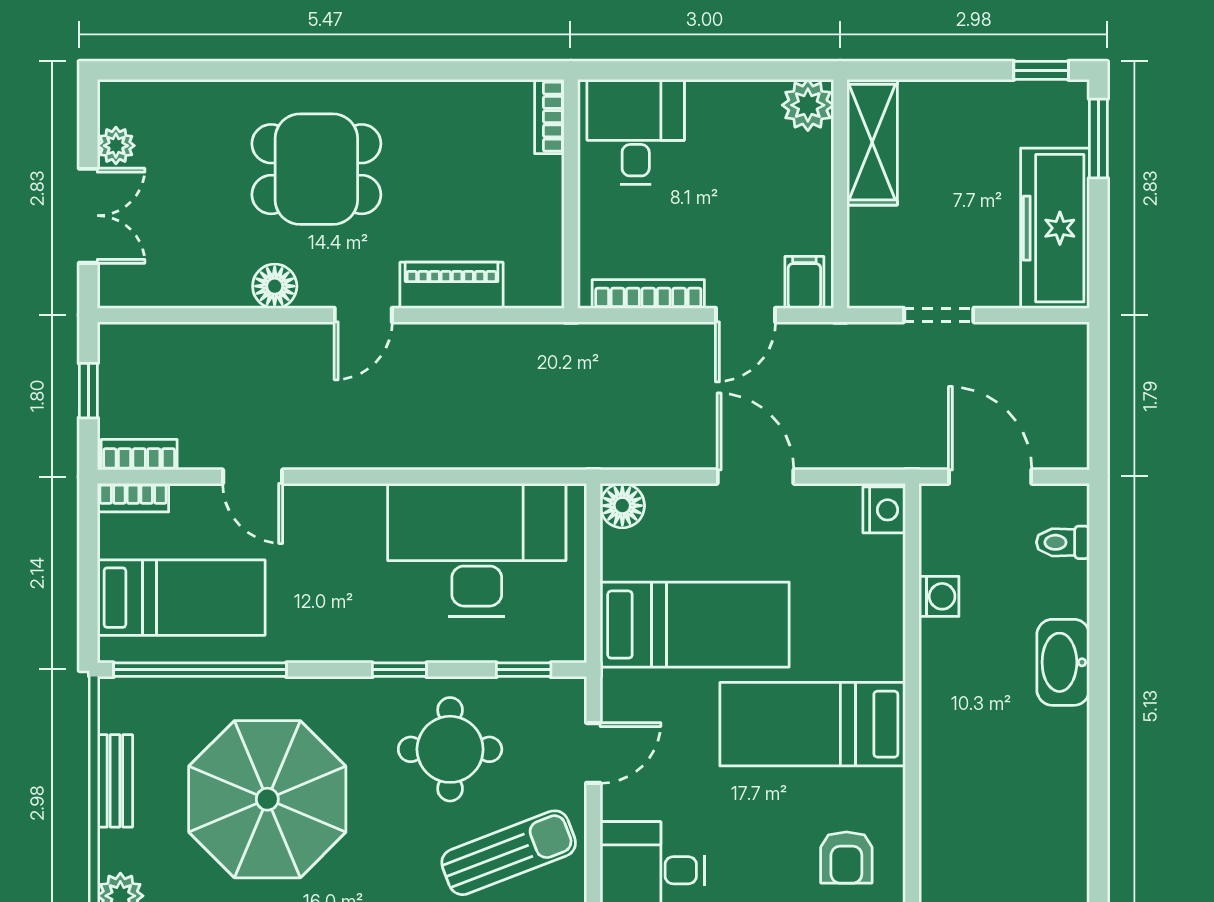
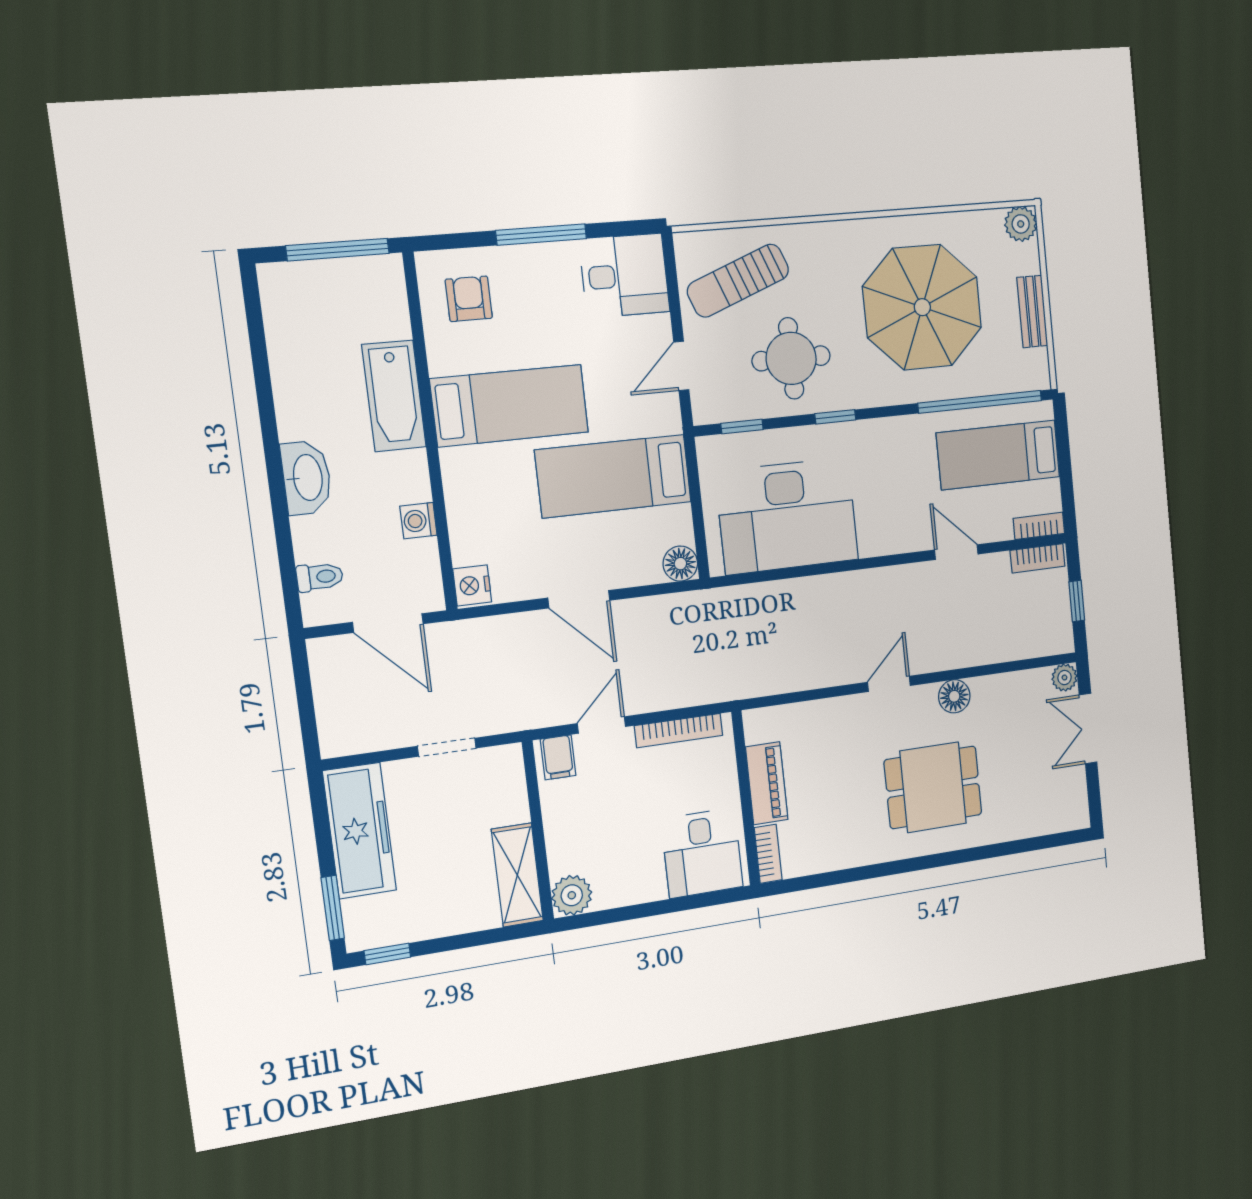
plant: (116, 146) -> (1064, 678), moved
piano: (452, 285) -> (767, 783), moved, turned -90
bathtub: (949, 749) -> (394, 396), added

